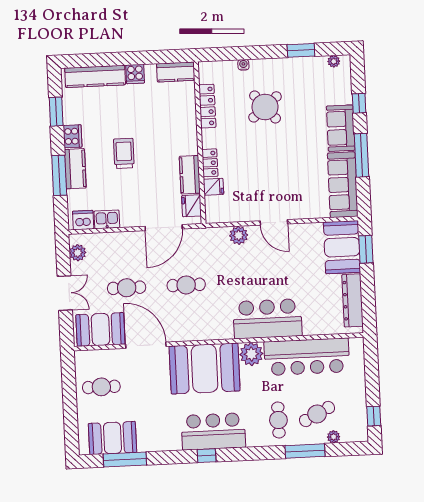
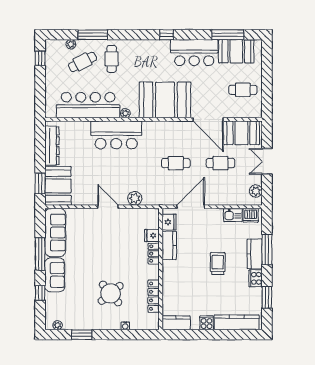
trolley: (124, 153) -> (218, 264), turned 180
plant: (251, 354) -> (125, 113), width x0.53, depth x0.53
bar counter: (213, 431) -> (194, 53), moved

